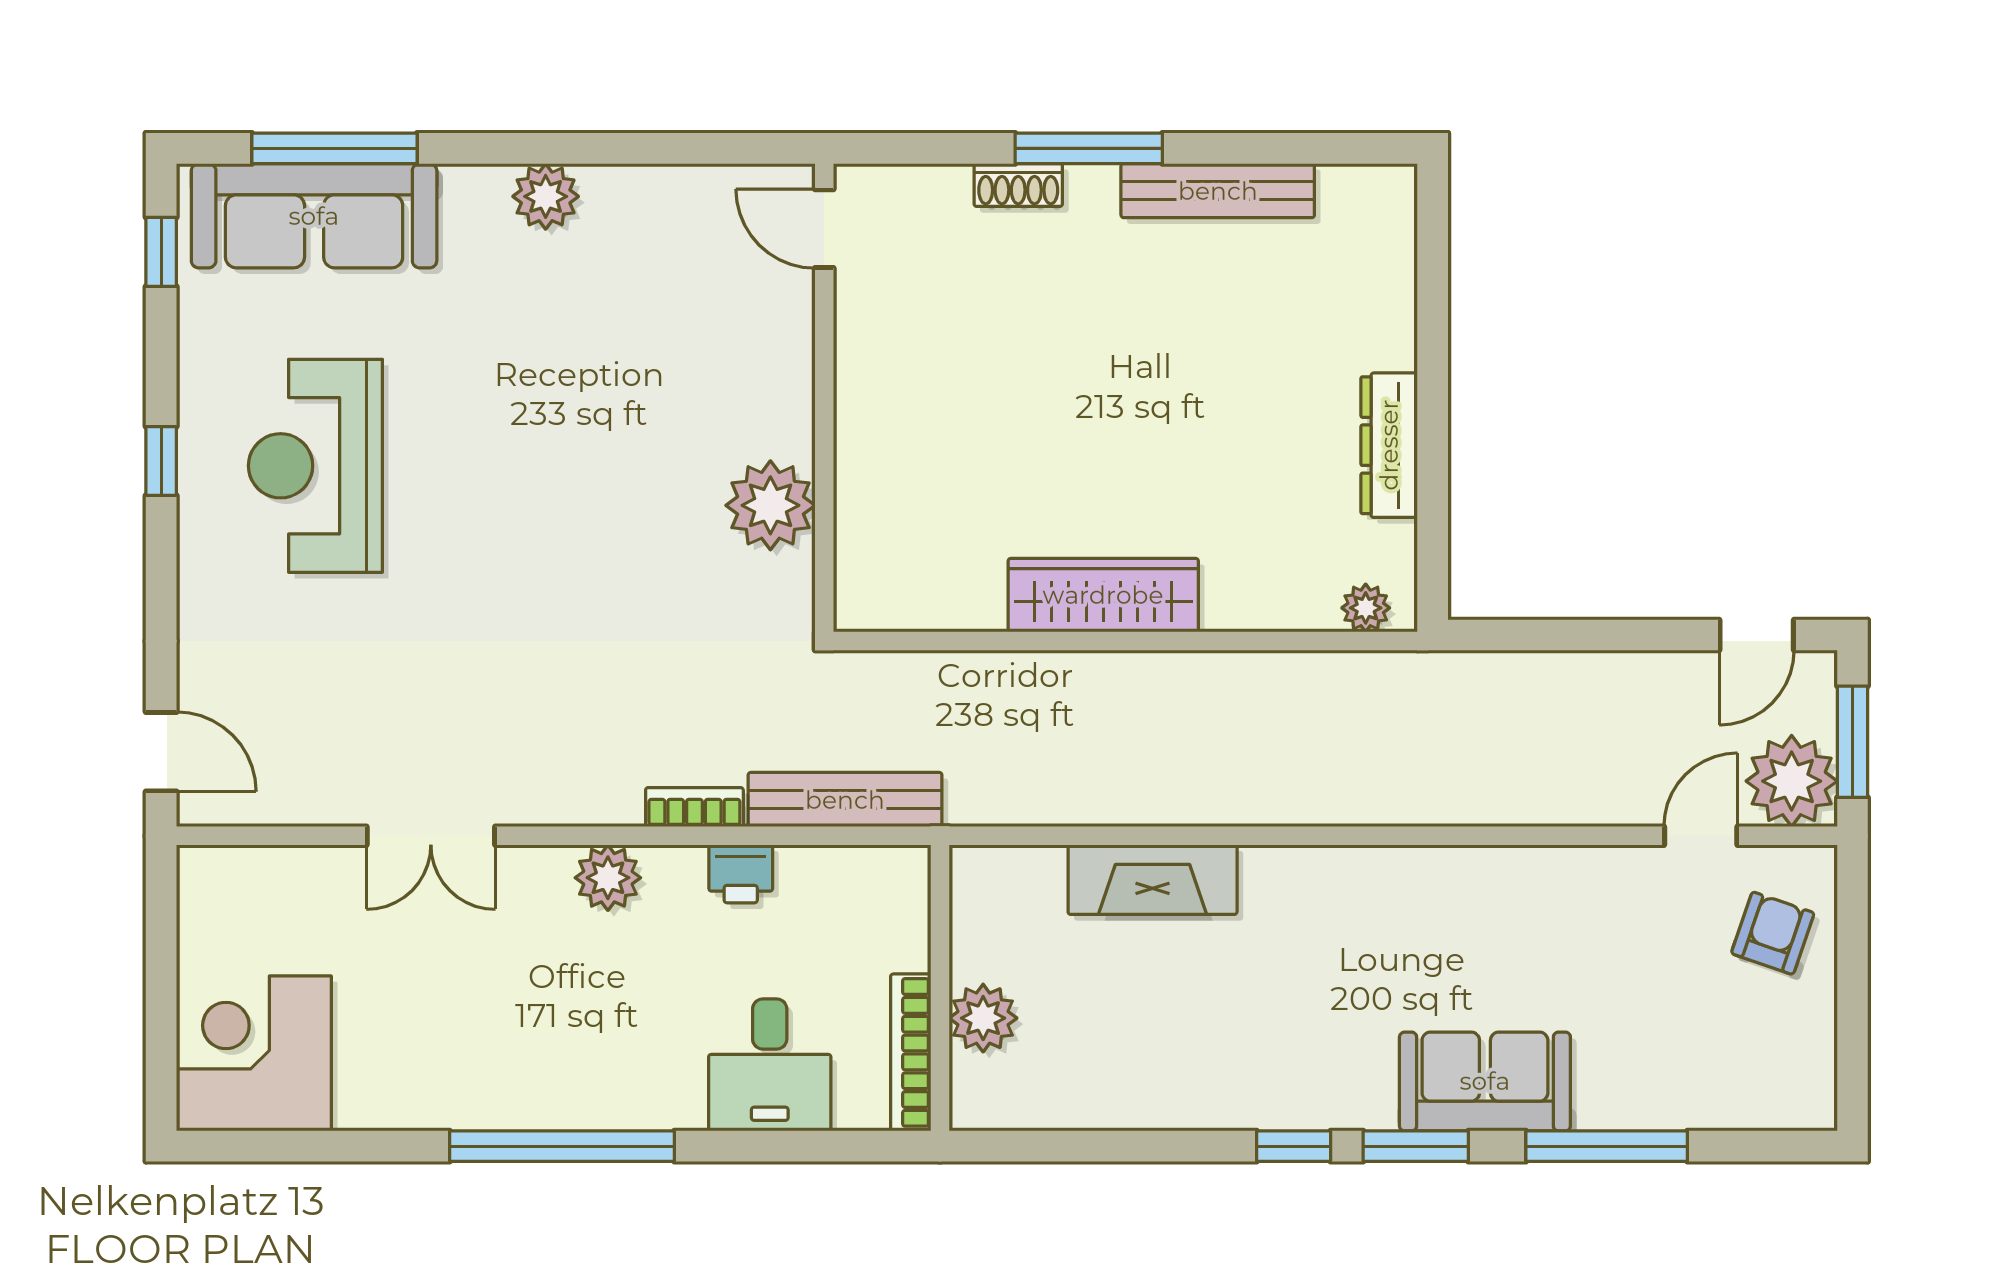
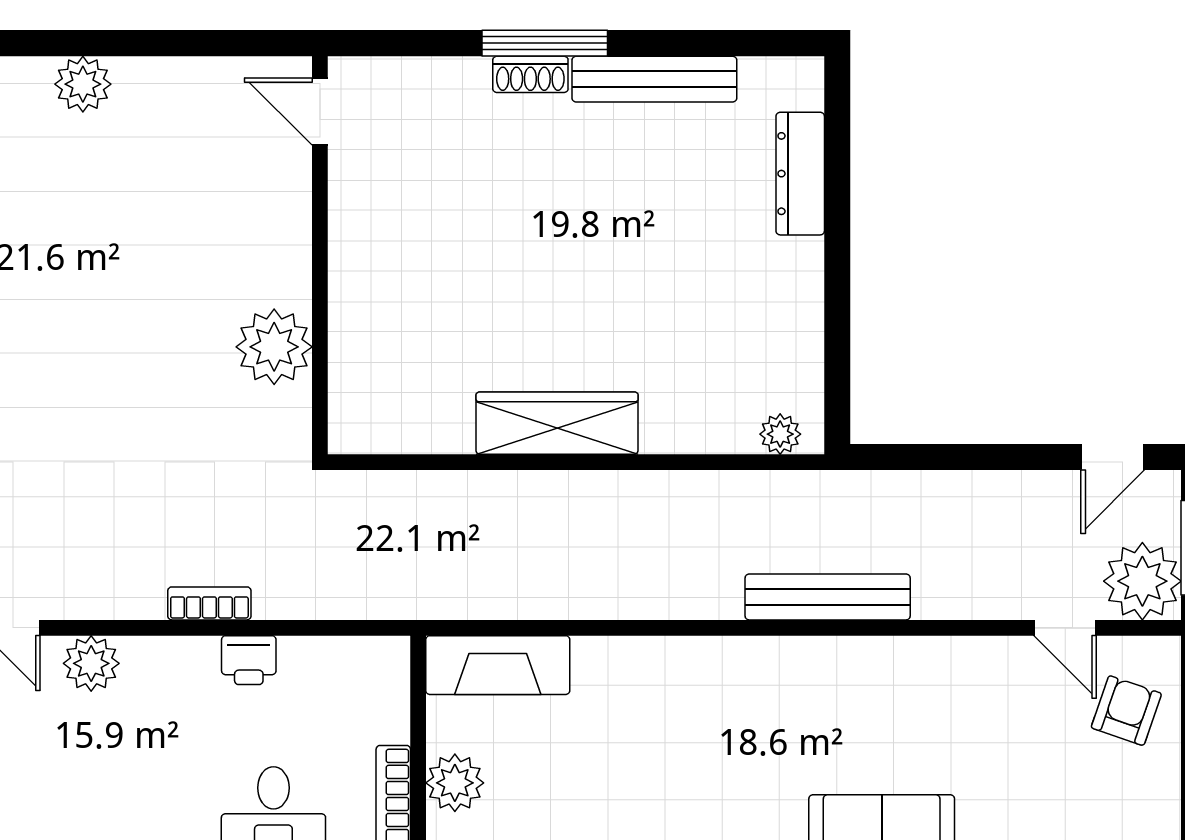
shoe rack: (1018, 185) -> (530, 74), moved
dresser: (1389, 445) -> (800, 174), moved
bench: (845, 800) -> (828, 597), moved
door: (1701, 836) -> (1065, 628), swing flipped
plant: (608, 878) -> (91, 663), moved
fireplace: (1153, 880) -> (498, 665), moved

